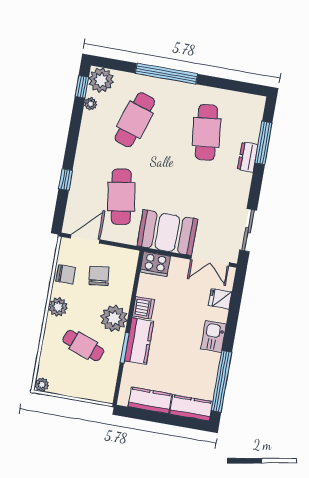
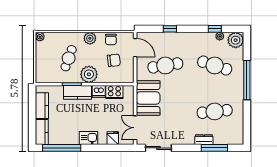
window: (82, 87) -> (215, 29), moved
cooker: (155, 264) -> (114, 92), moved, turned -90

